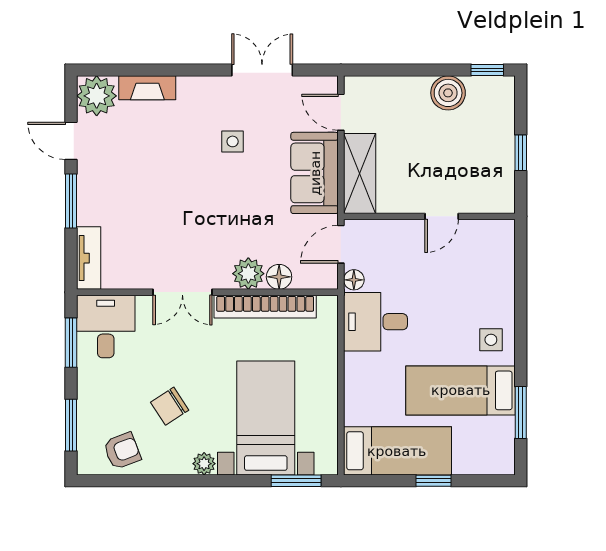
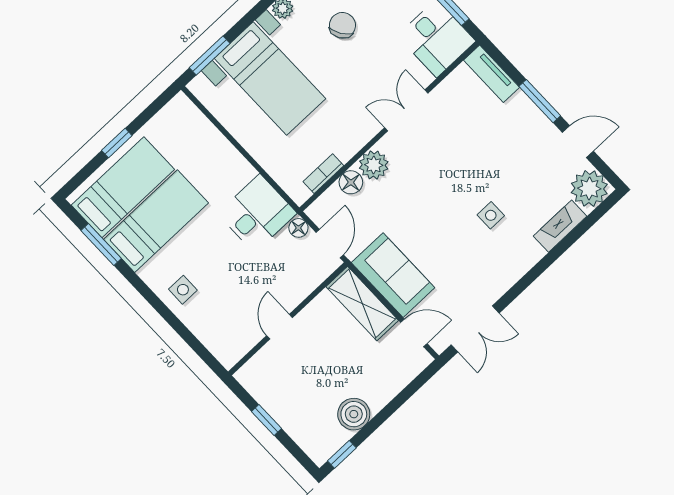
double door: (262, 70) -> (475, 329), moved
side table: (233, 141) -> (491, 215), moved
bookcase: (265, 307) -> (323, 174), width x0.43, depth x0.76
side table: (491, 340) -> (183, 290), moved
bed: (397, 451) -> (123, 187), moved, turned 180

